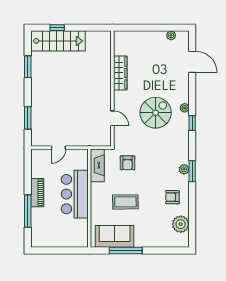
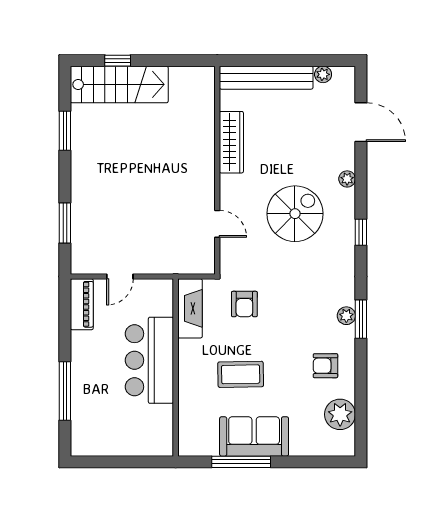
bench: (140, 37) -> (266, 78), added
plant: (185, 108) -> (347, 179), moved
piano: (37, 193) -> (82, 304), moved
sofa: (115, 236) -> (254, 436), moved

